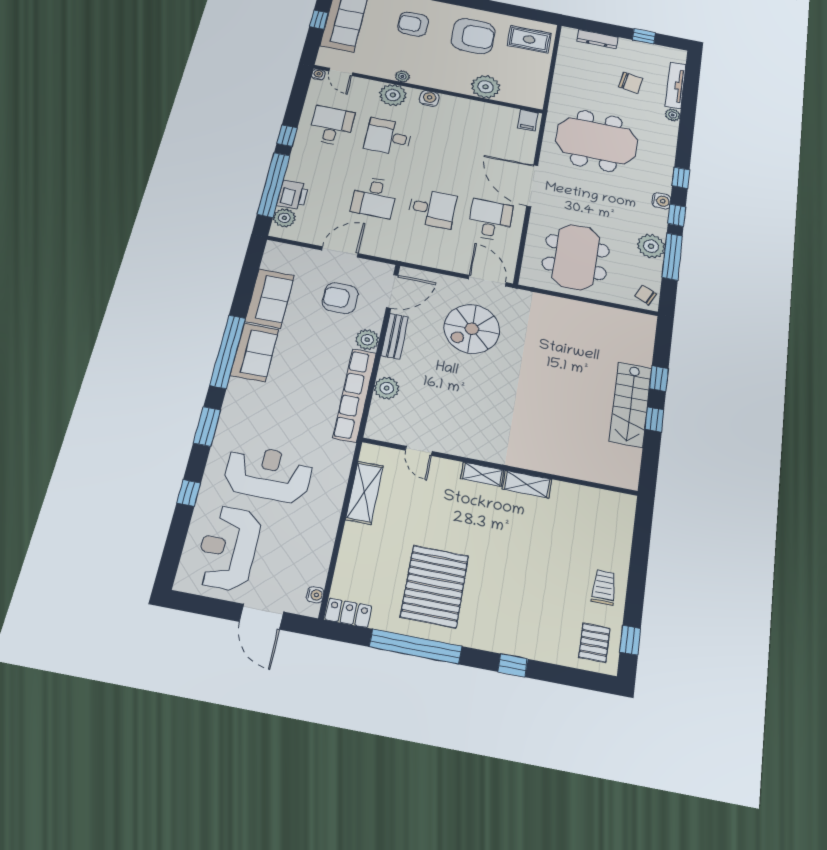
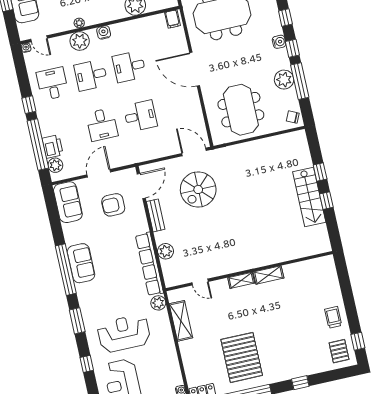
desk: (490, 220) -> (129, 67), moved, turned -90
sofa: (270, 298) -> (68, 202), moved
plant: (367, 340) -> (158, 303), moved

